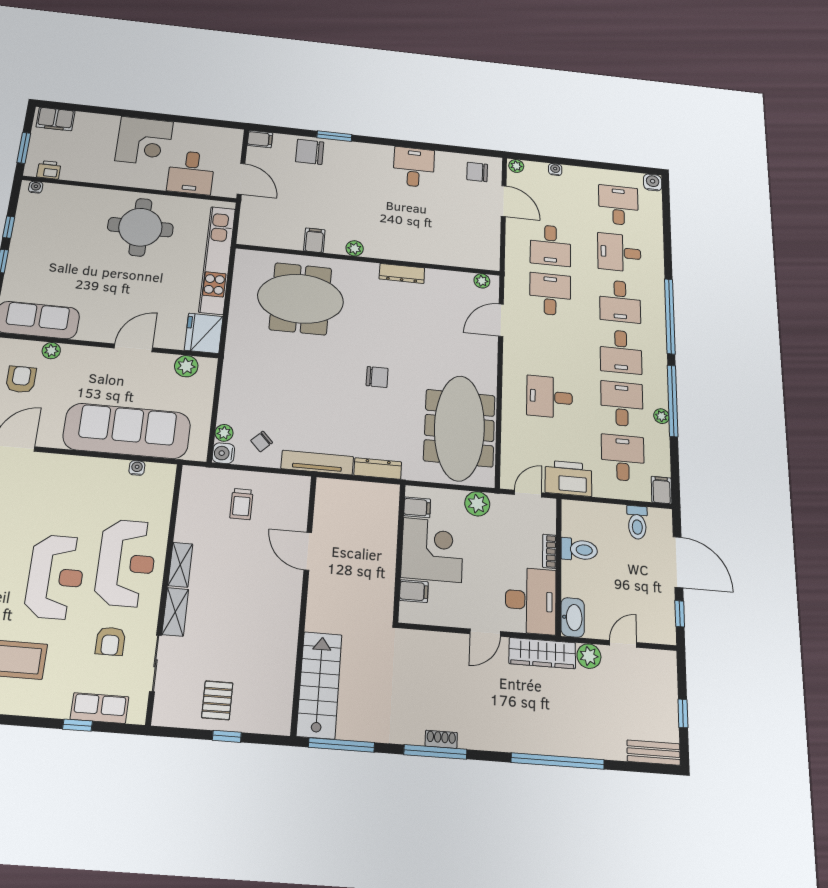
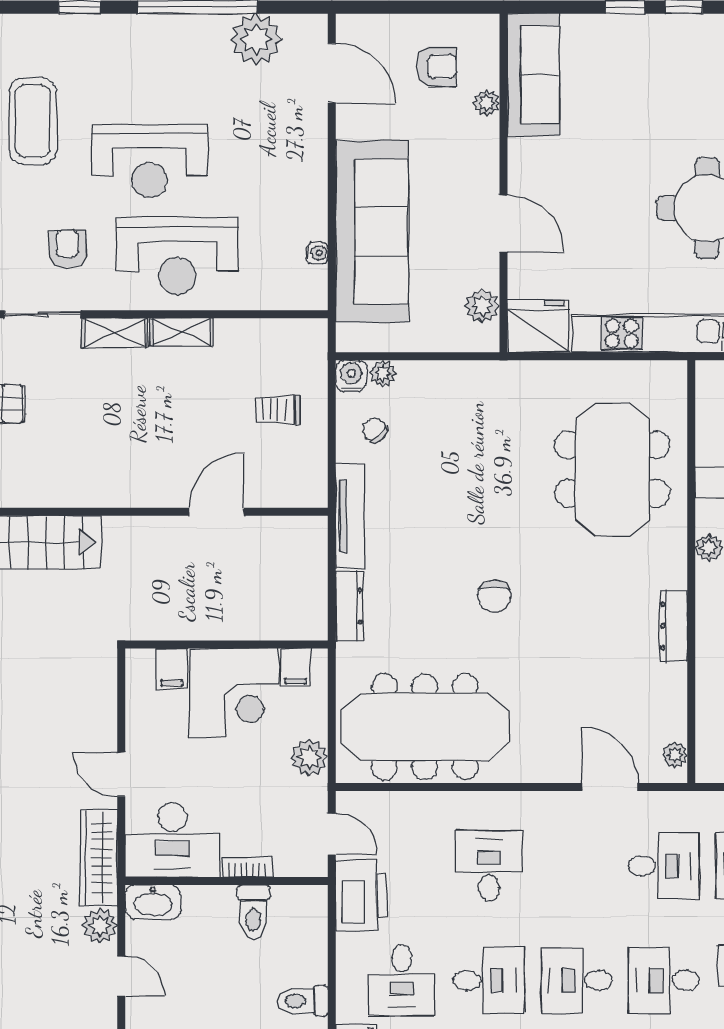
desk: (623, 458) -> (402, 980), turned 90
armchair: (110, 641) -> (67, 249), turned 90

